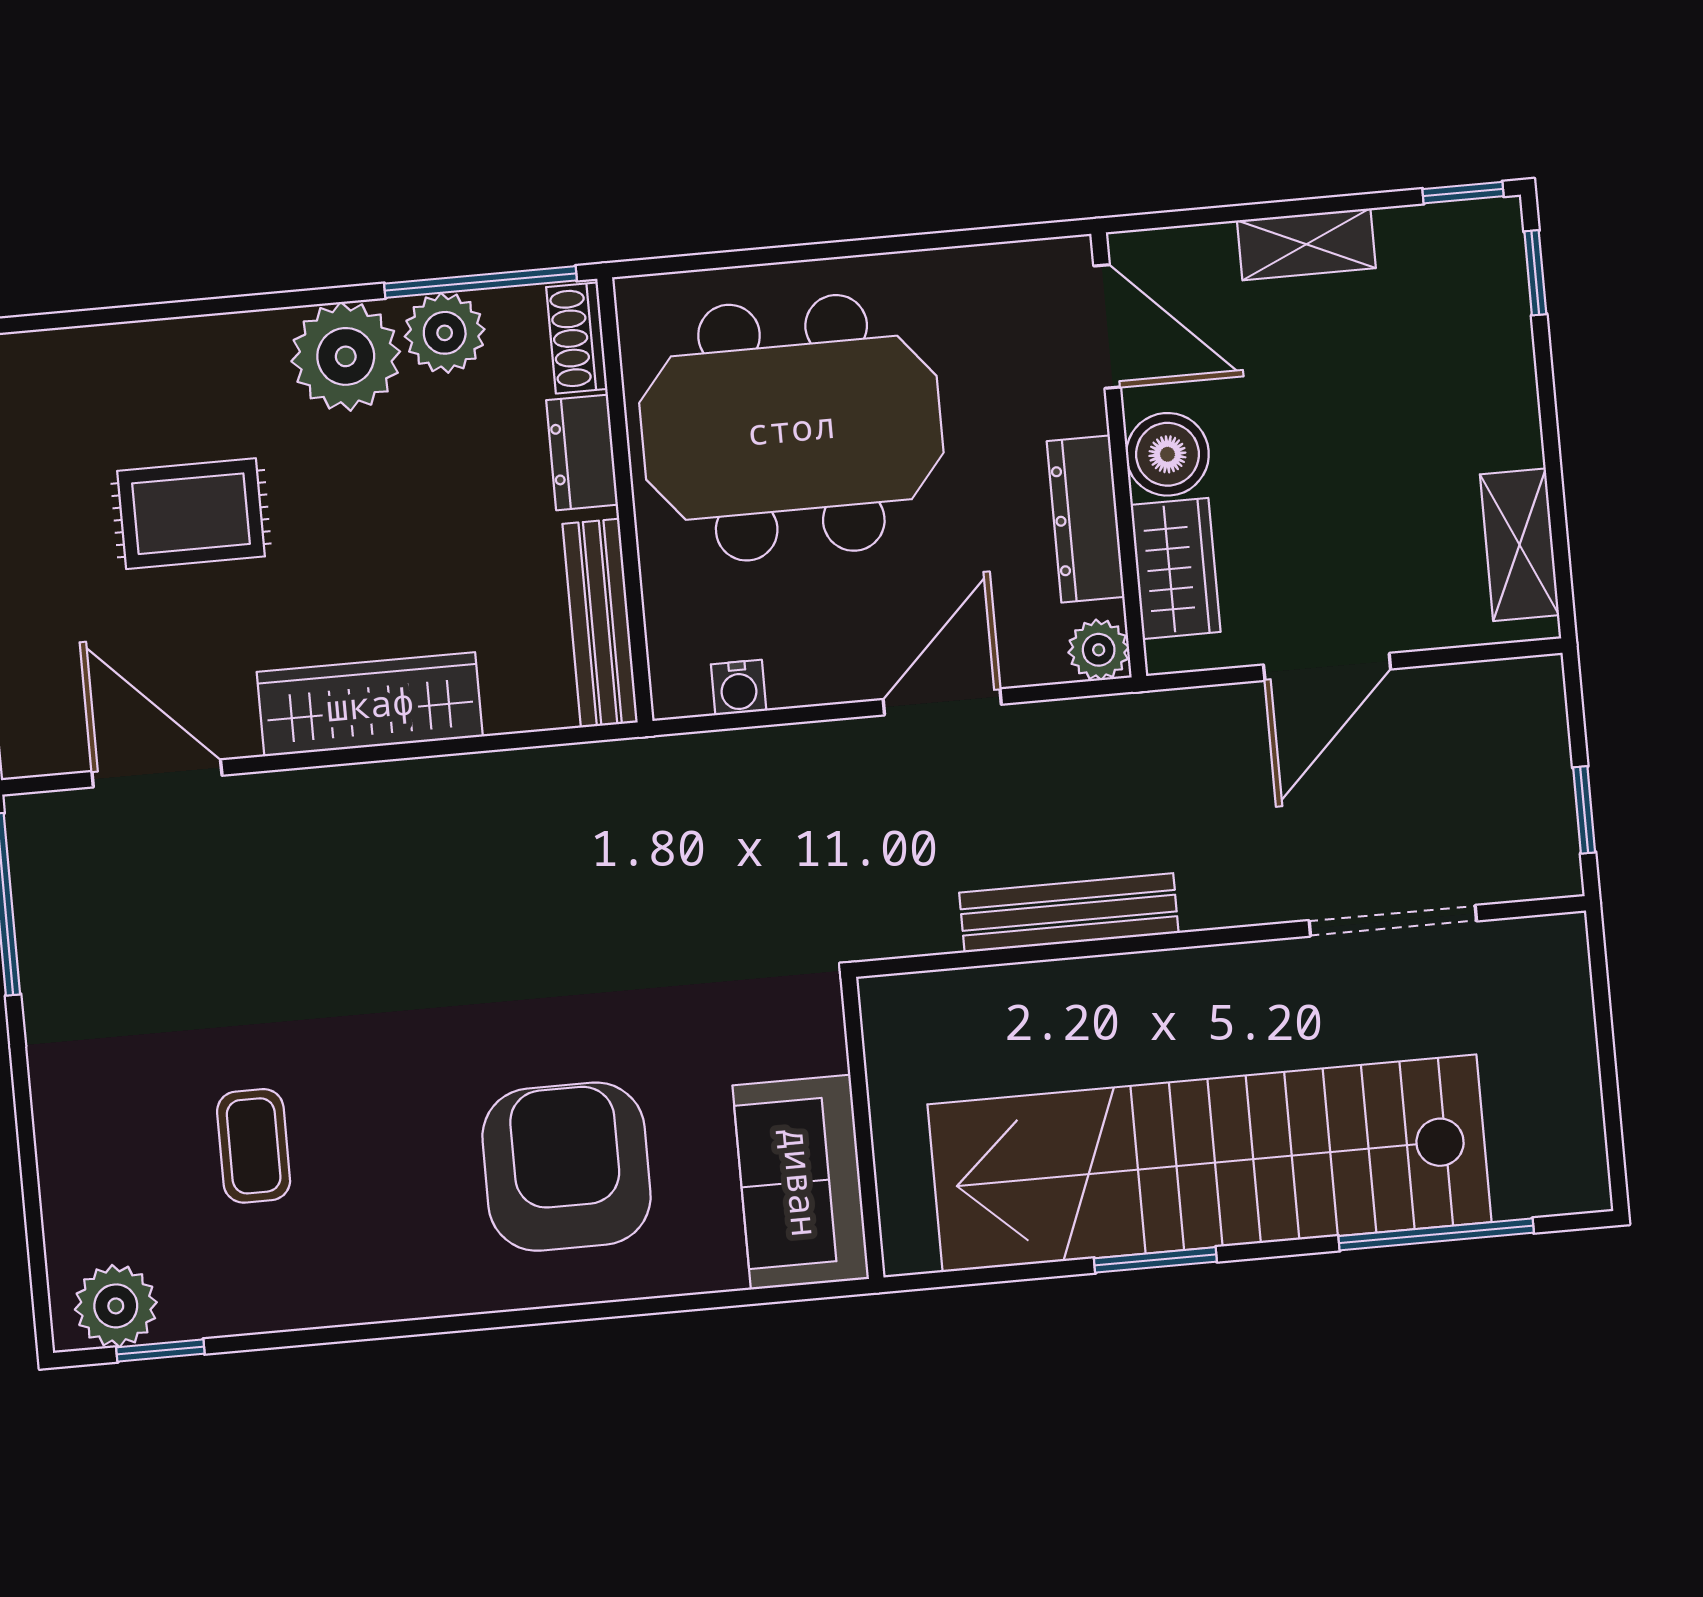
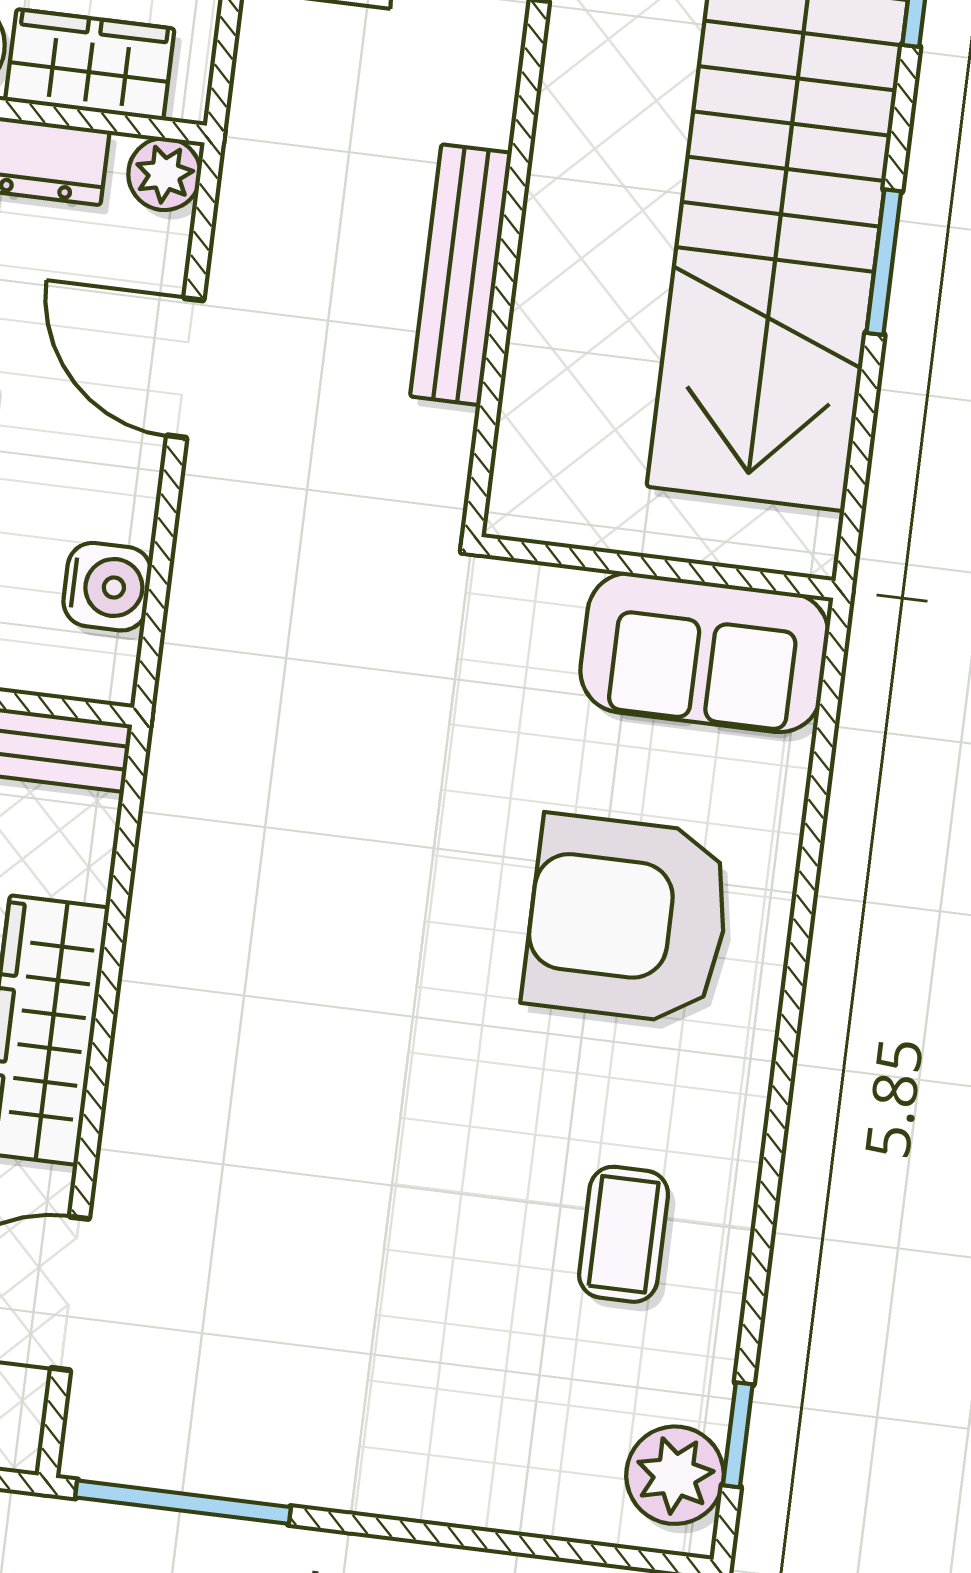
water cooler: (739, 688) -> (107, 587), width x1.38, depth x1.38
coffee table: (254, 1146) -> (624, 1234), moved, turned 90

